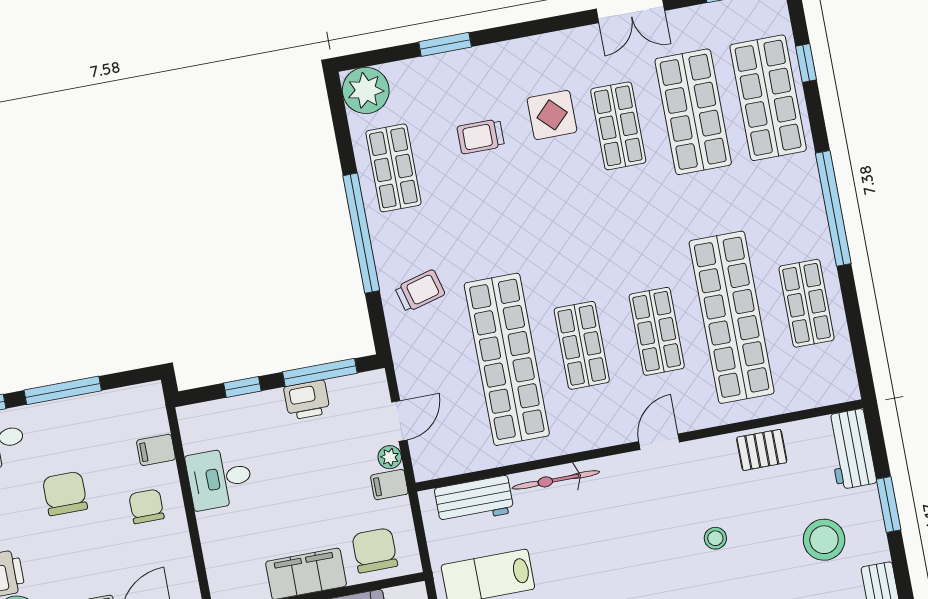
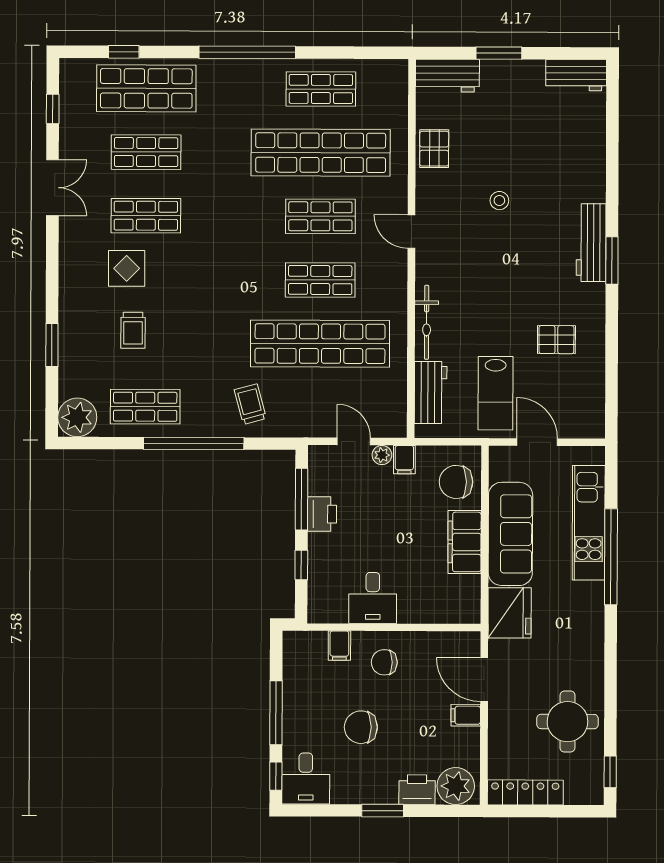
shop shelf: (693, 112) -> (146, 152), width x0.70, depth x0.74
stool: (824, 540) -> (518, 112), removed

